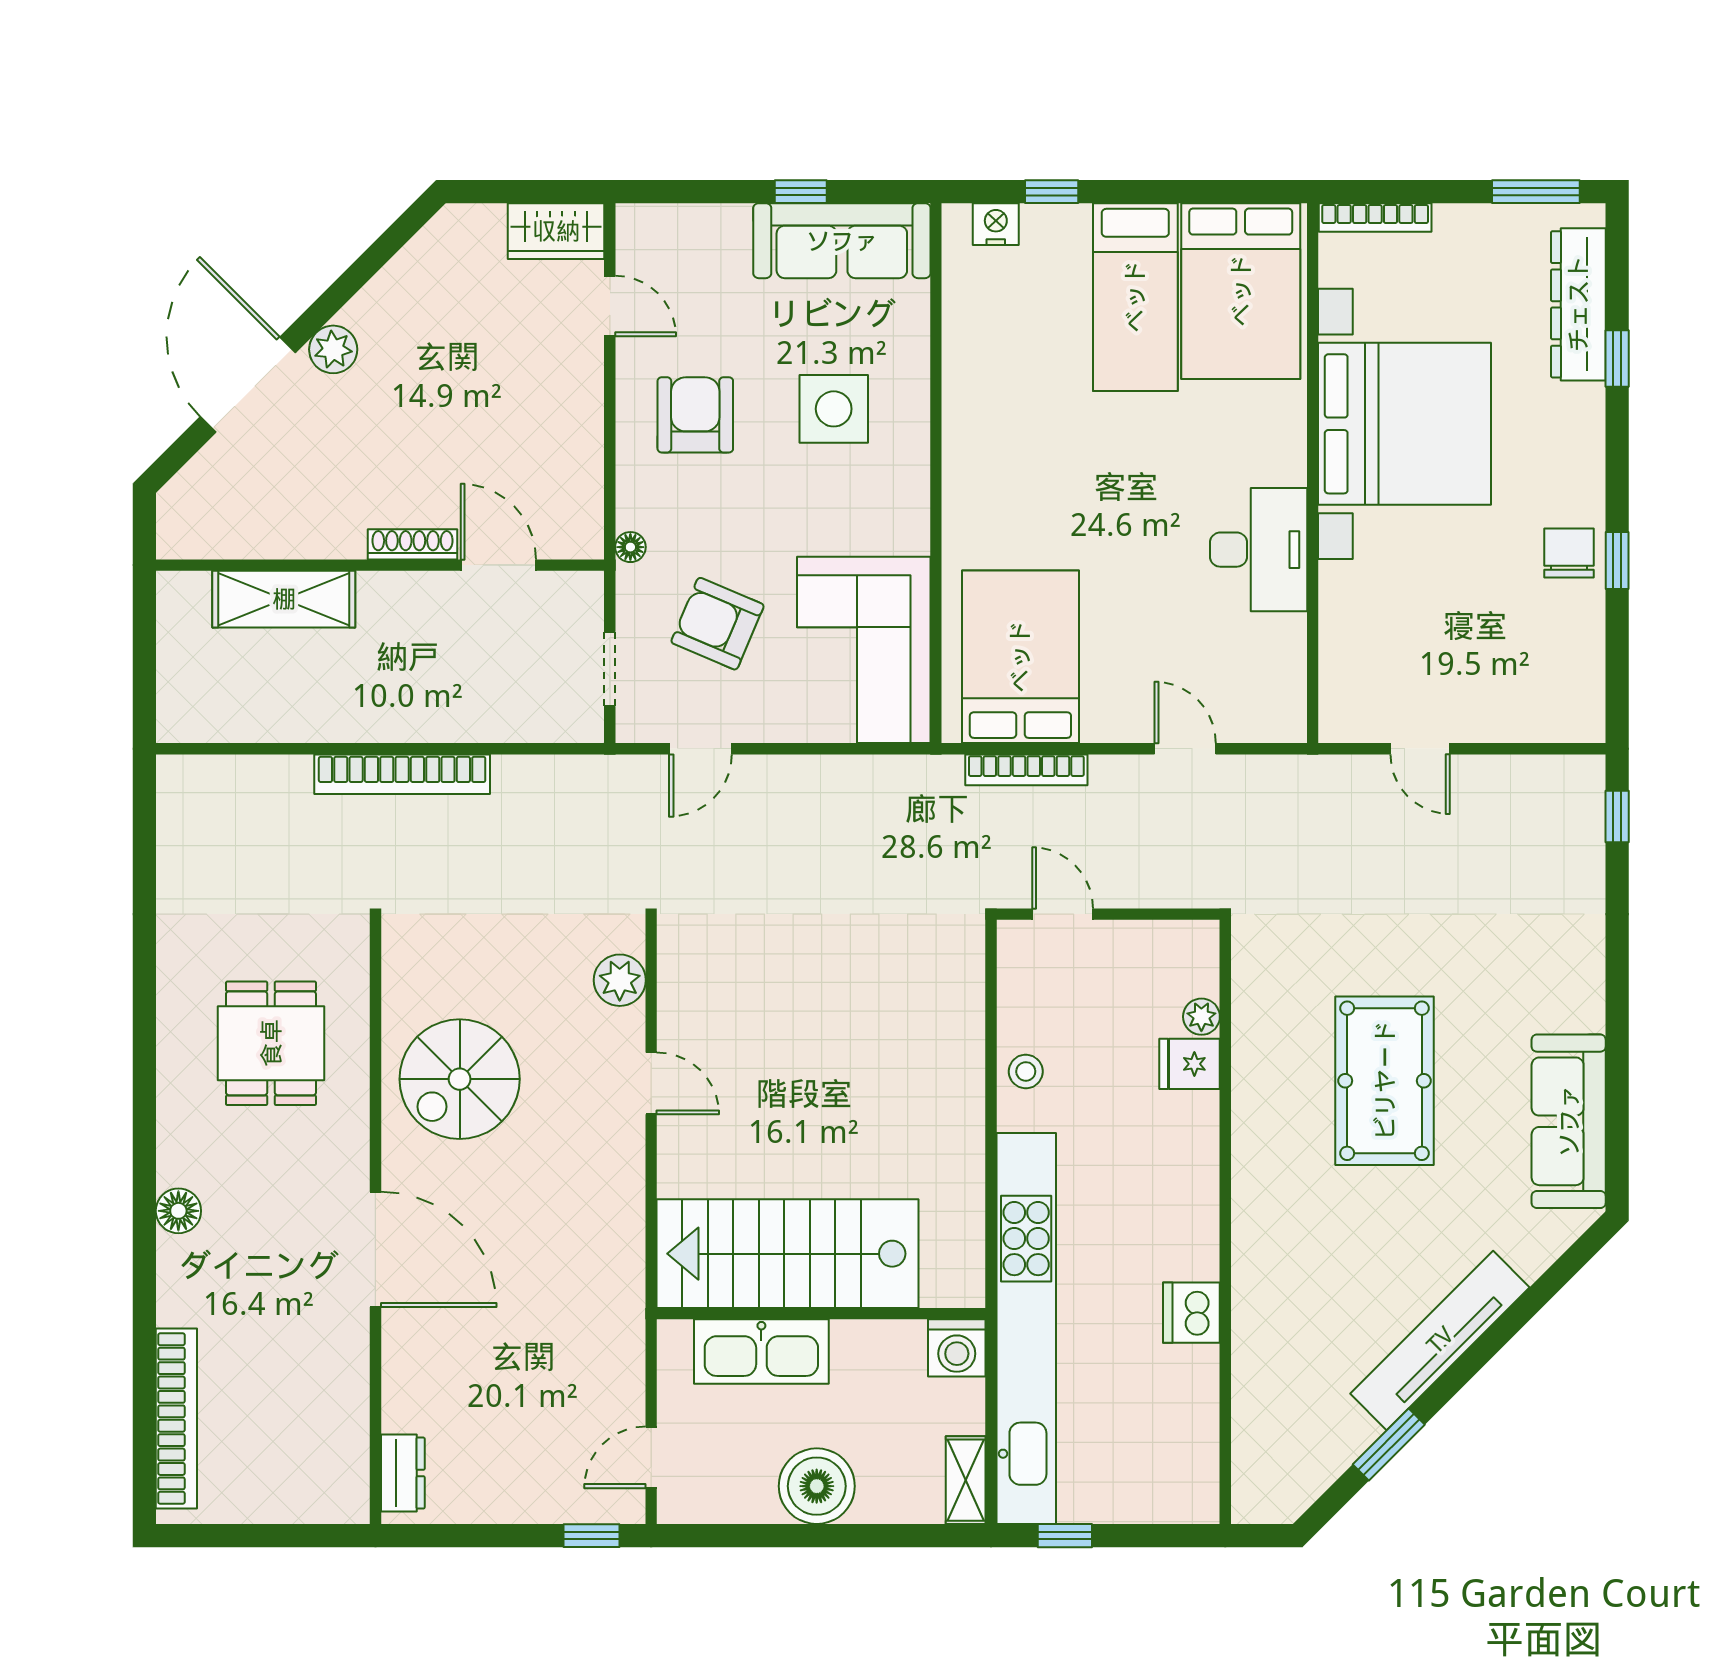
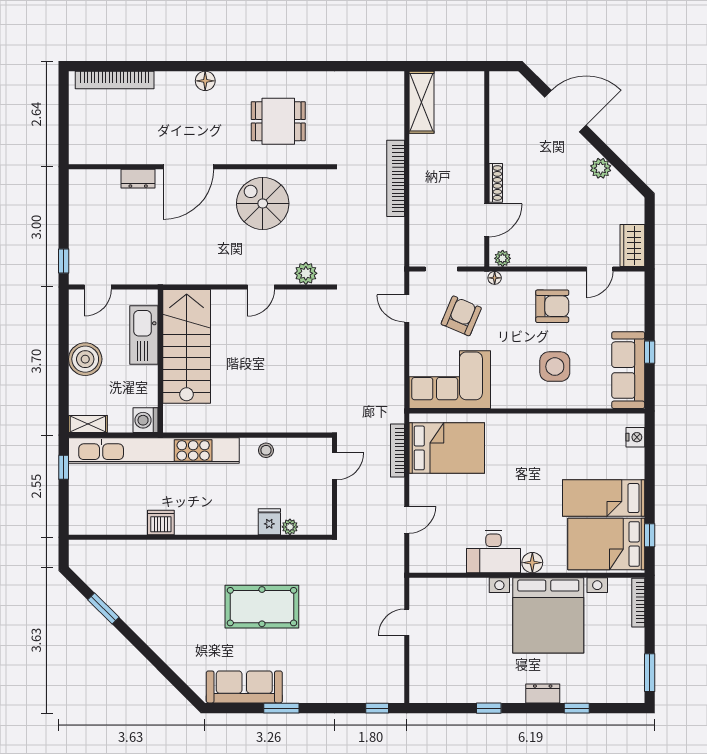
window: (1052, 192) -> (650, 535), moved
dresser: (1578, 304) -> (543, 693), moved, width x0.51, depth x0.80
plant: (333, 349) -> (601, 168), moved
floor lamp: (1283, 461) -> (532, 563), added
plant: (586, 529) -> (503, 258), added
chair: (1569, 553) -> (492, 687), removed
shelving: (284, 599) -> (422, 102), moved
window: (1617, 1036) -> (281, 708), added
tv unit: (1440, 1340) -> (149, 631), removed
door: (651, 1457) -> (98, 287), swing flipped
dresser: (403, 1473) -> (138, 179), moved

